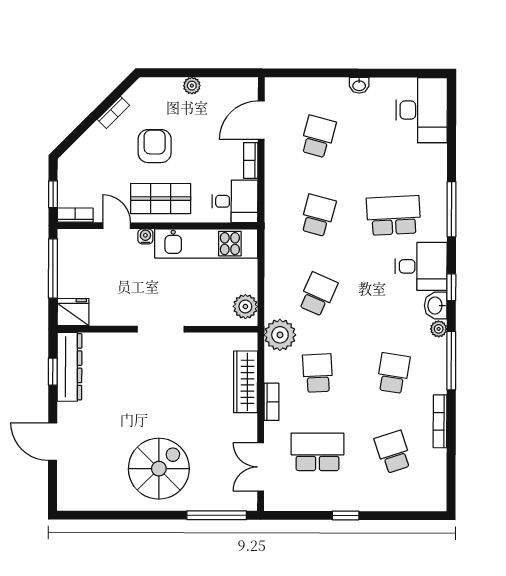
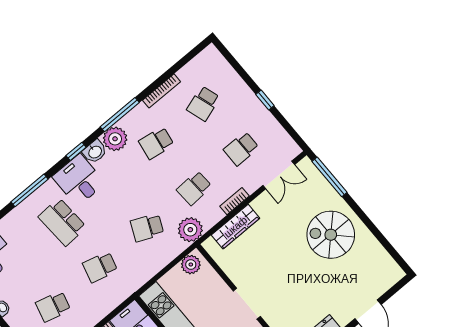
plant: (439, 329) -> (115, 139), width x1.87, depth x1.87
school desk: (318, 452) -> (241, 149), width x0.54

